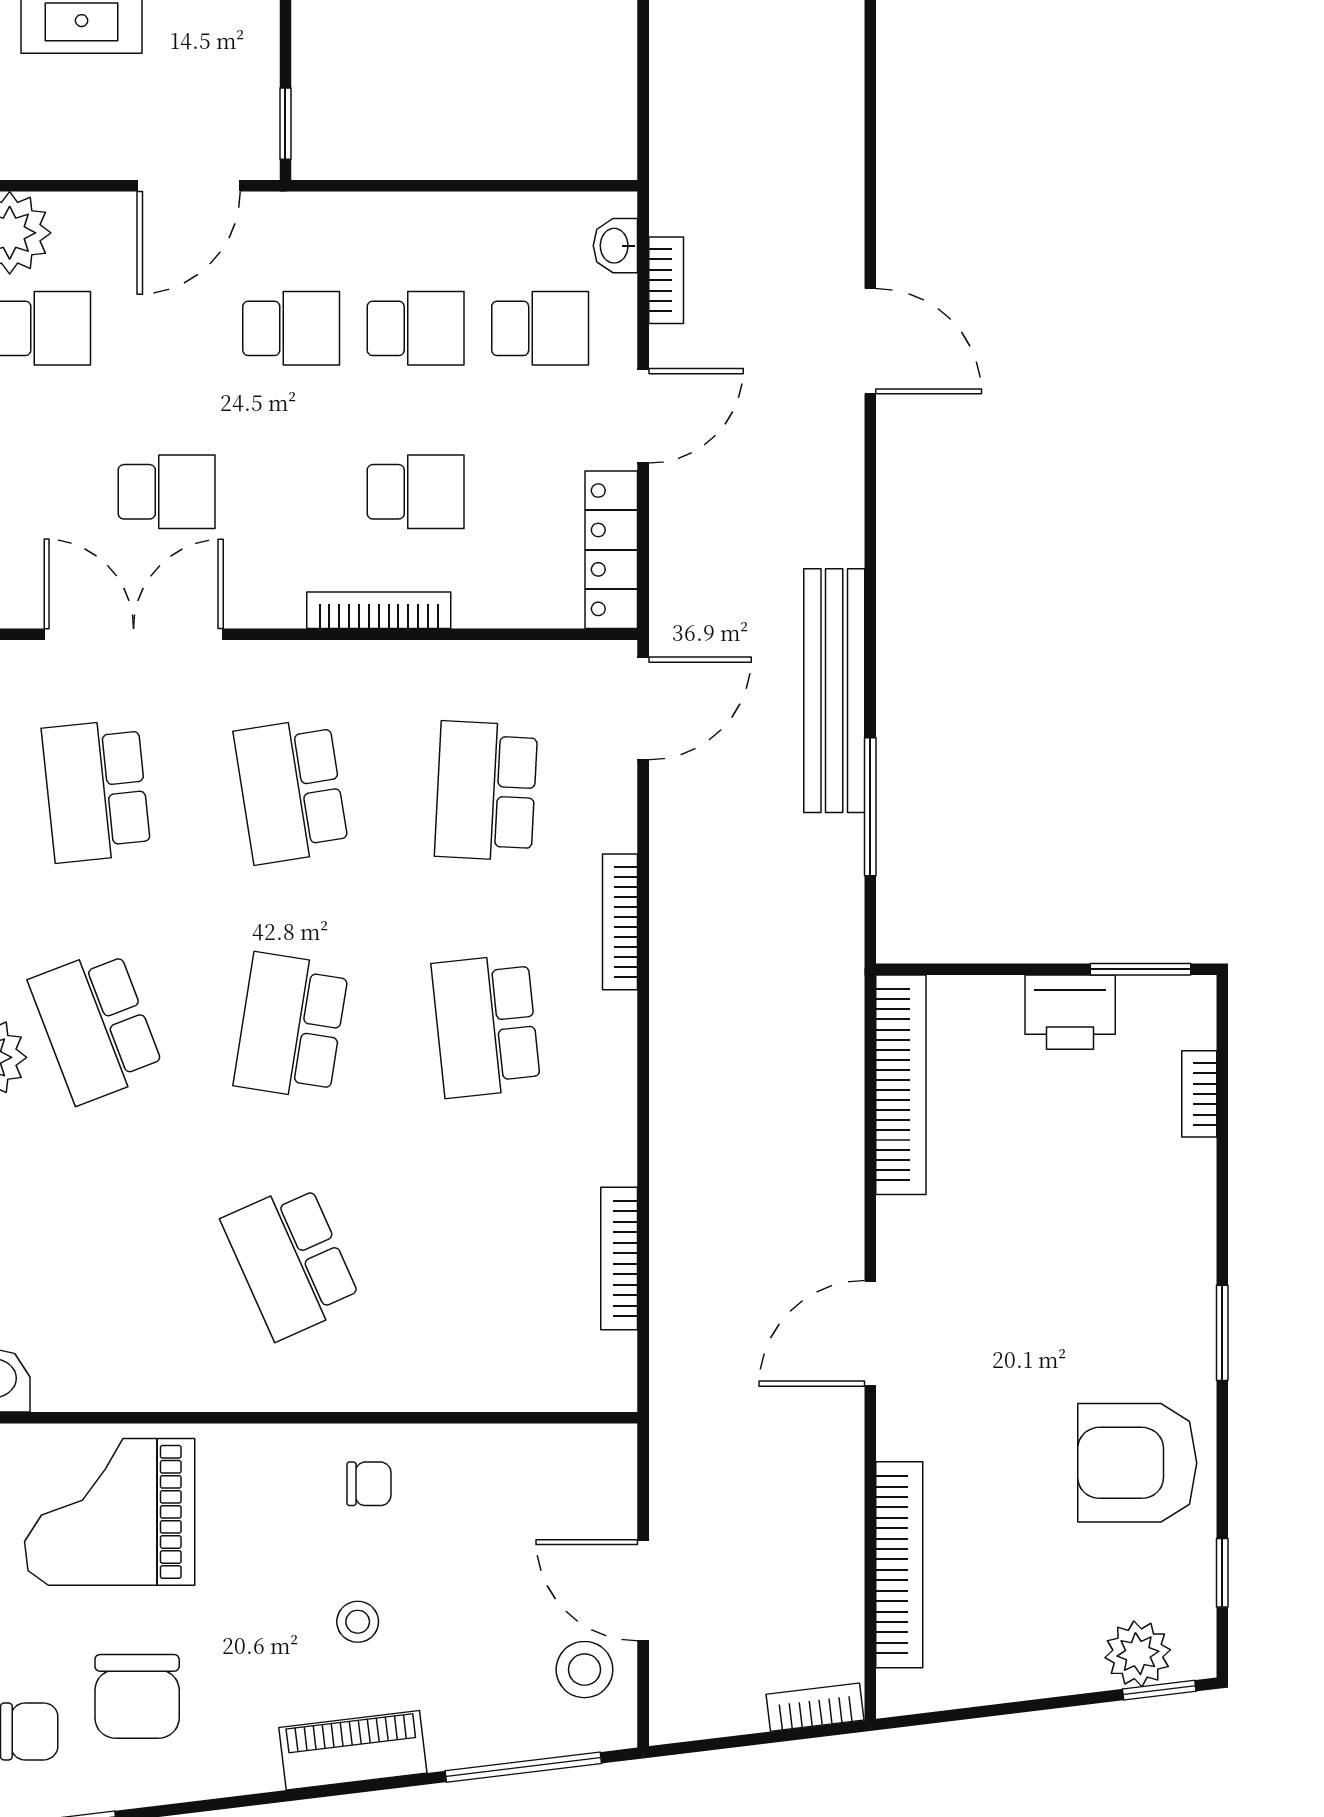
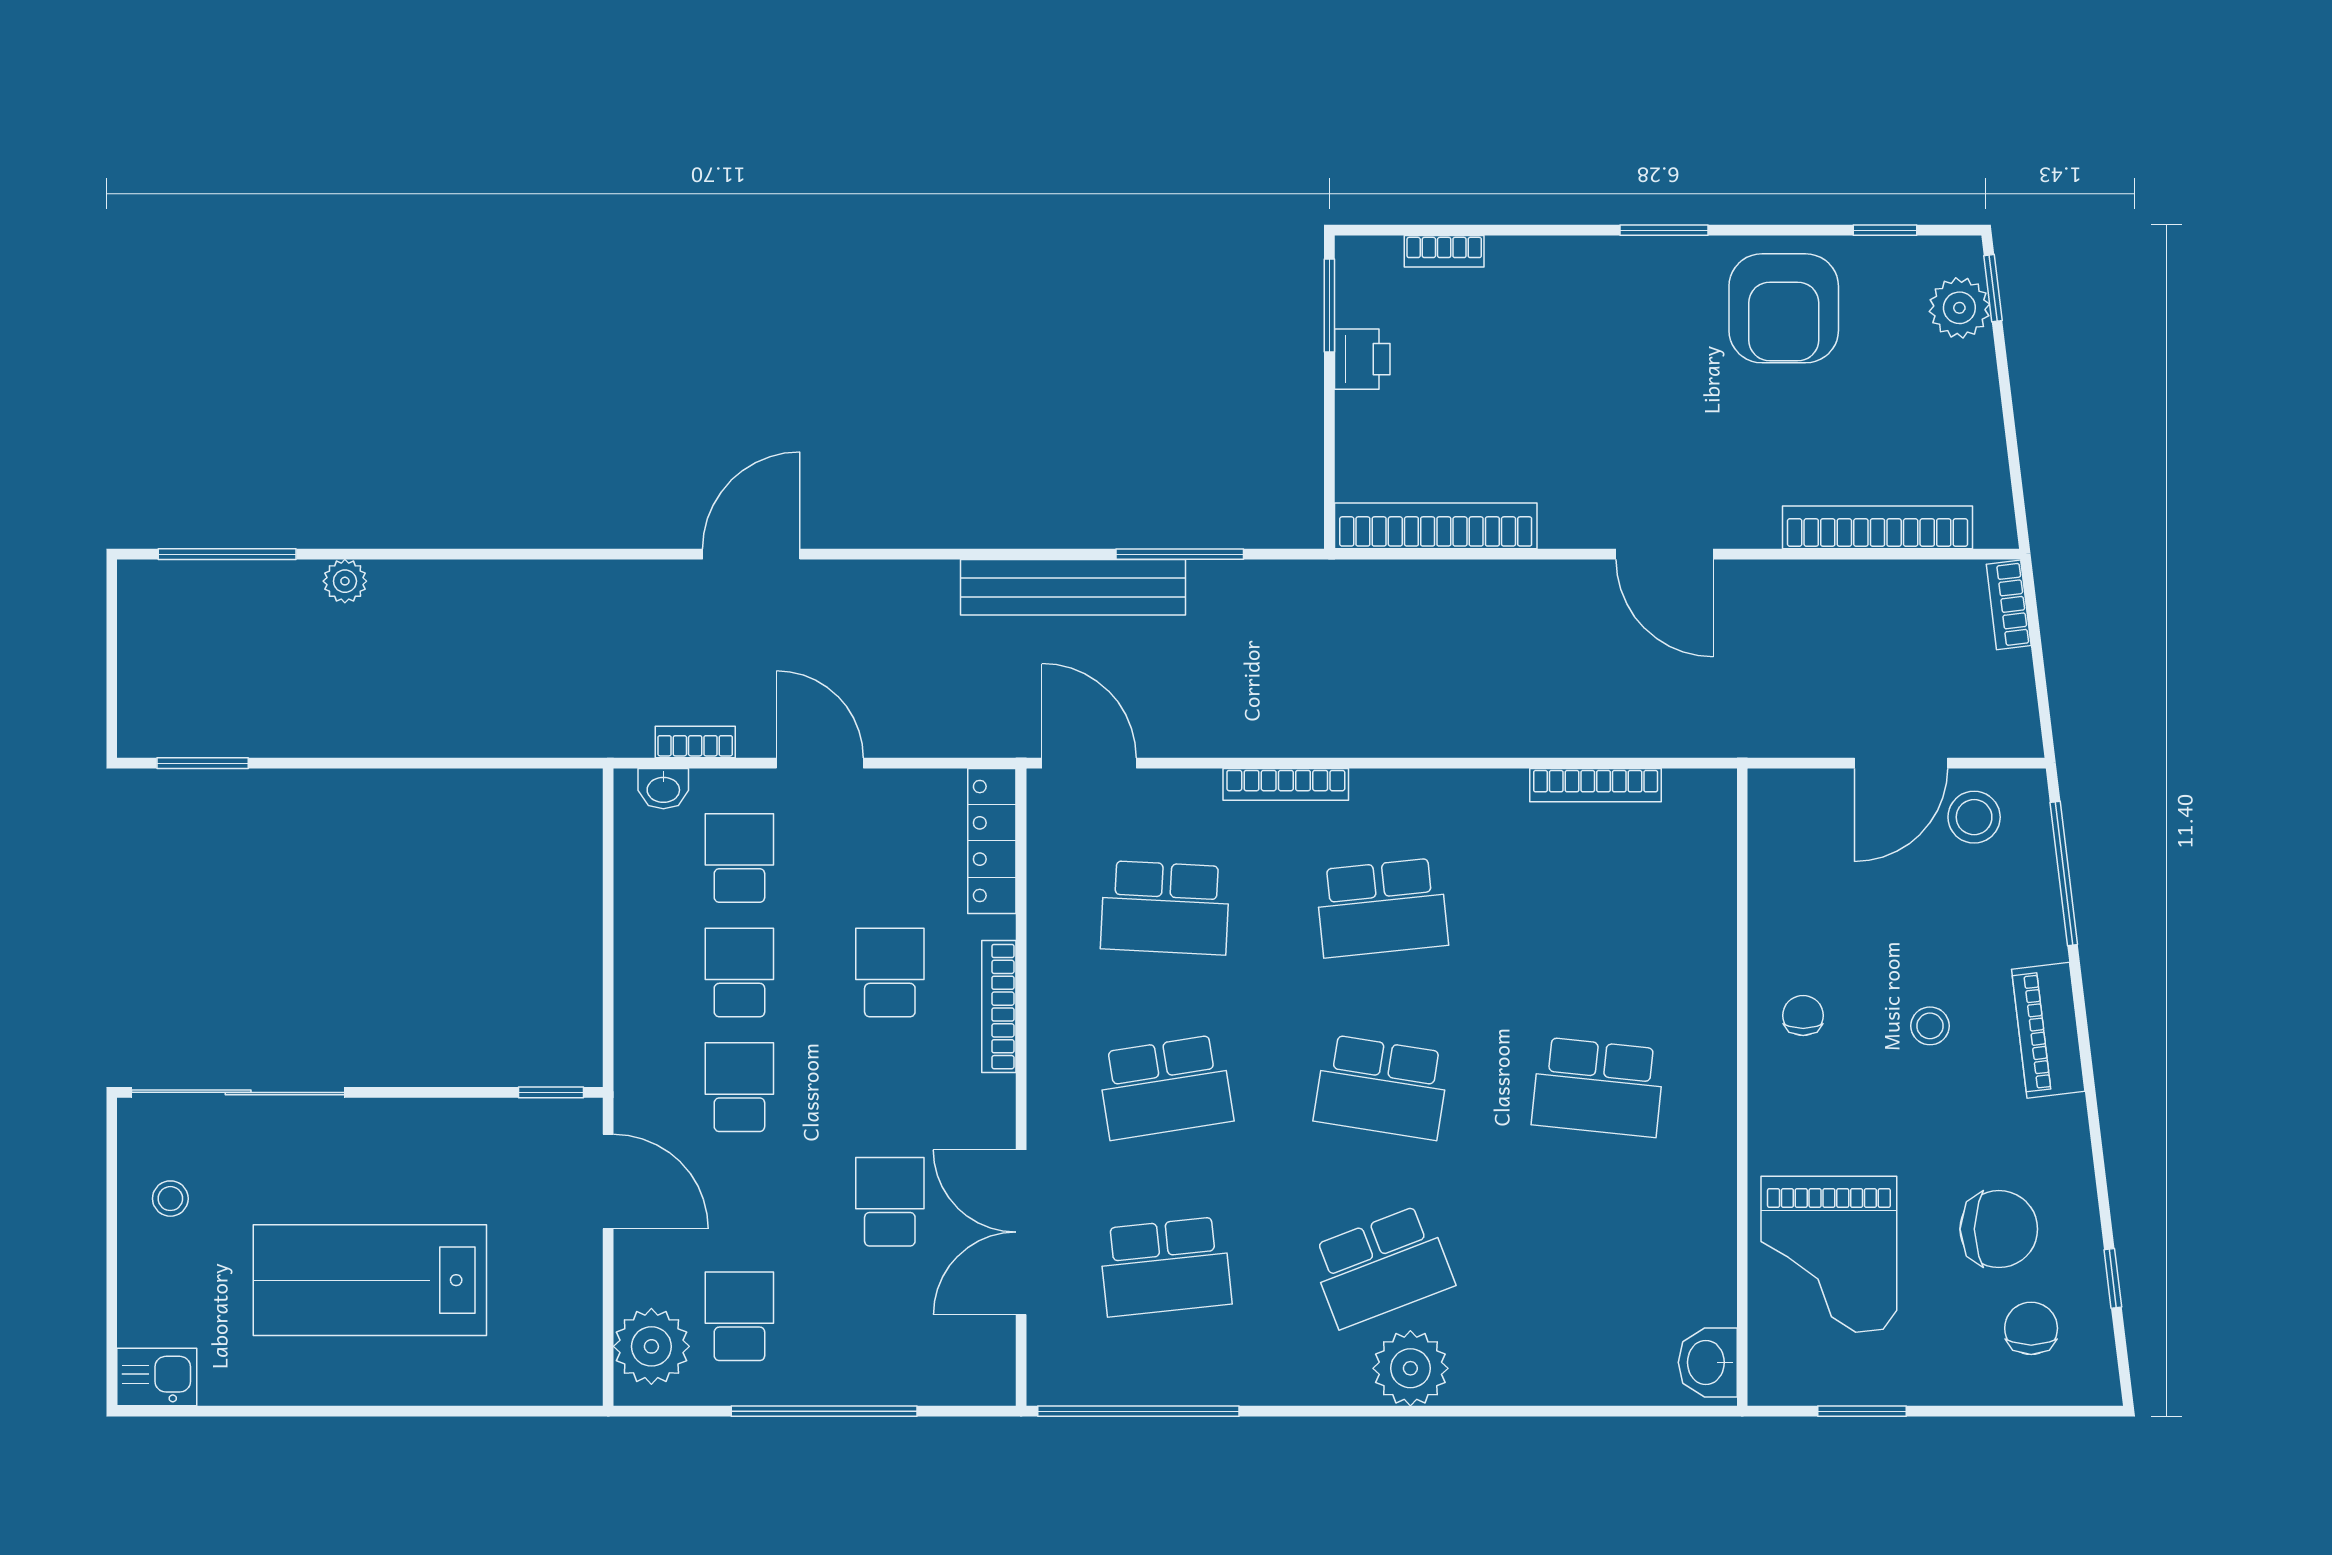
locker: (611, 550) -> (992, 841), moved, turned 90
printer: (1070, 1012) -> (1362, 359), width x0.73, depth x0.81
school desk: (291, 1261) -> (1598, 1087), turned 30

